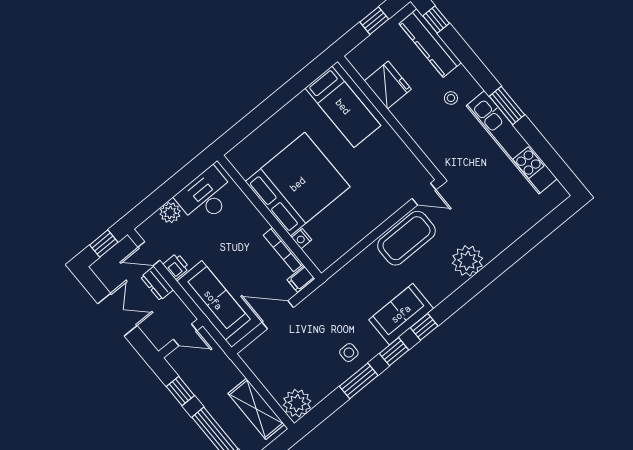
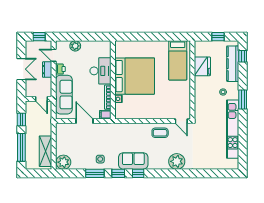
window: (507, 106) -> (243, 100), moved
desk: (206, 196) -> (100, 71), moved, turned 90
coffee table: (406, 238) -> (160, 133), width x0.54, depth x0.58

